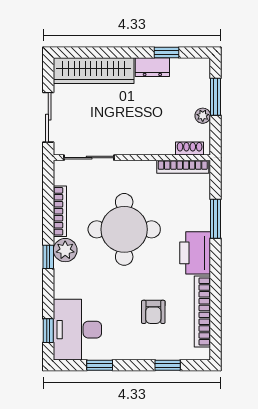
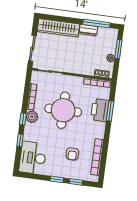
window: (166, 52) -> (97, 24), width x2.17
printer: (195, 253) -> (100, 110), moved
window: (48, 331) -> (20, 140), moved
window: (100, 365) -> (57, 179), moved

